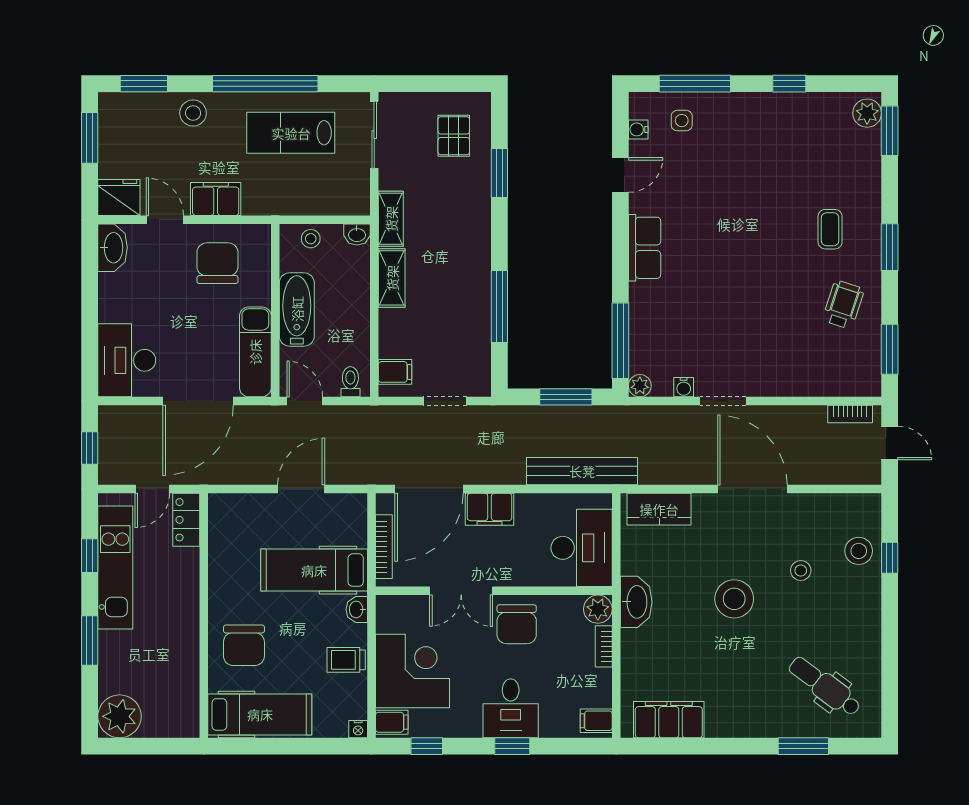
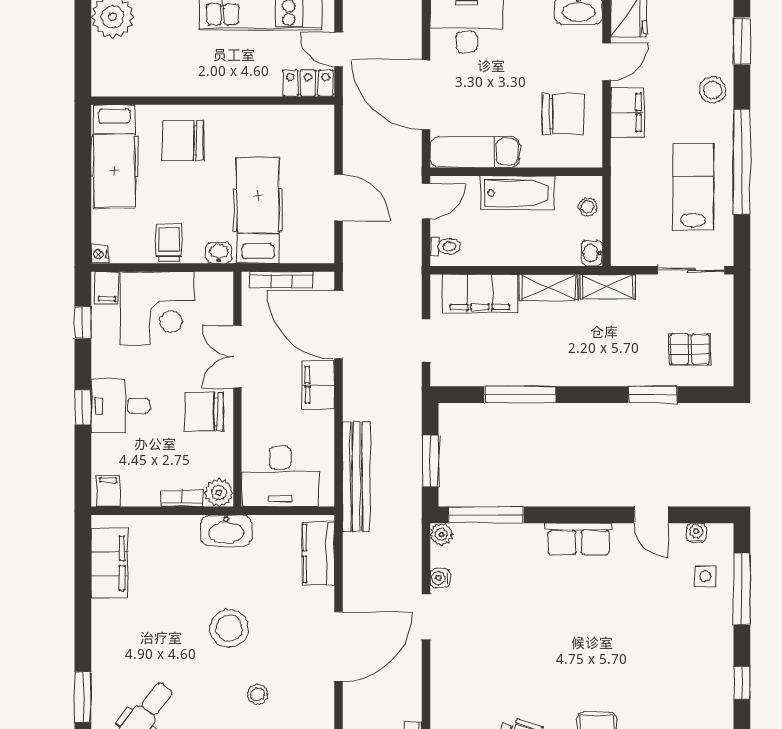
filing cabinet: (395, 372) -> (480, 294), width x3.00, depth x1.17

